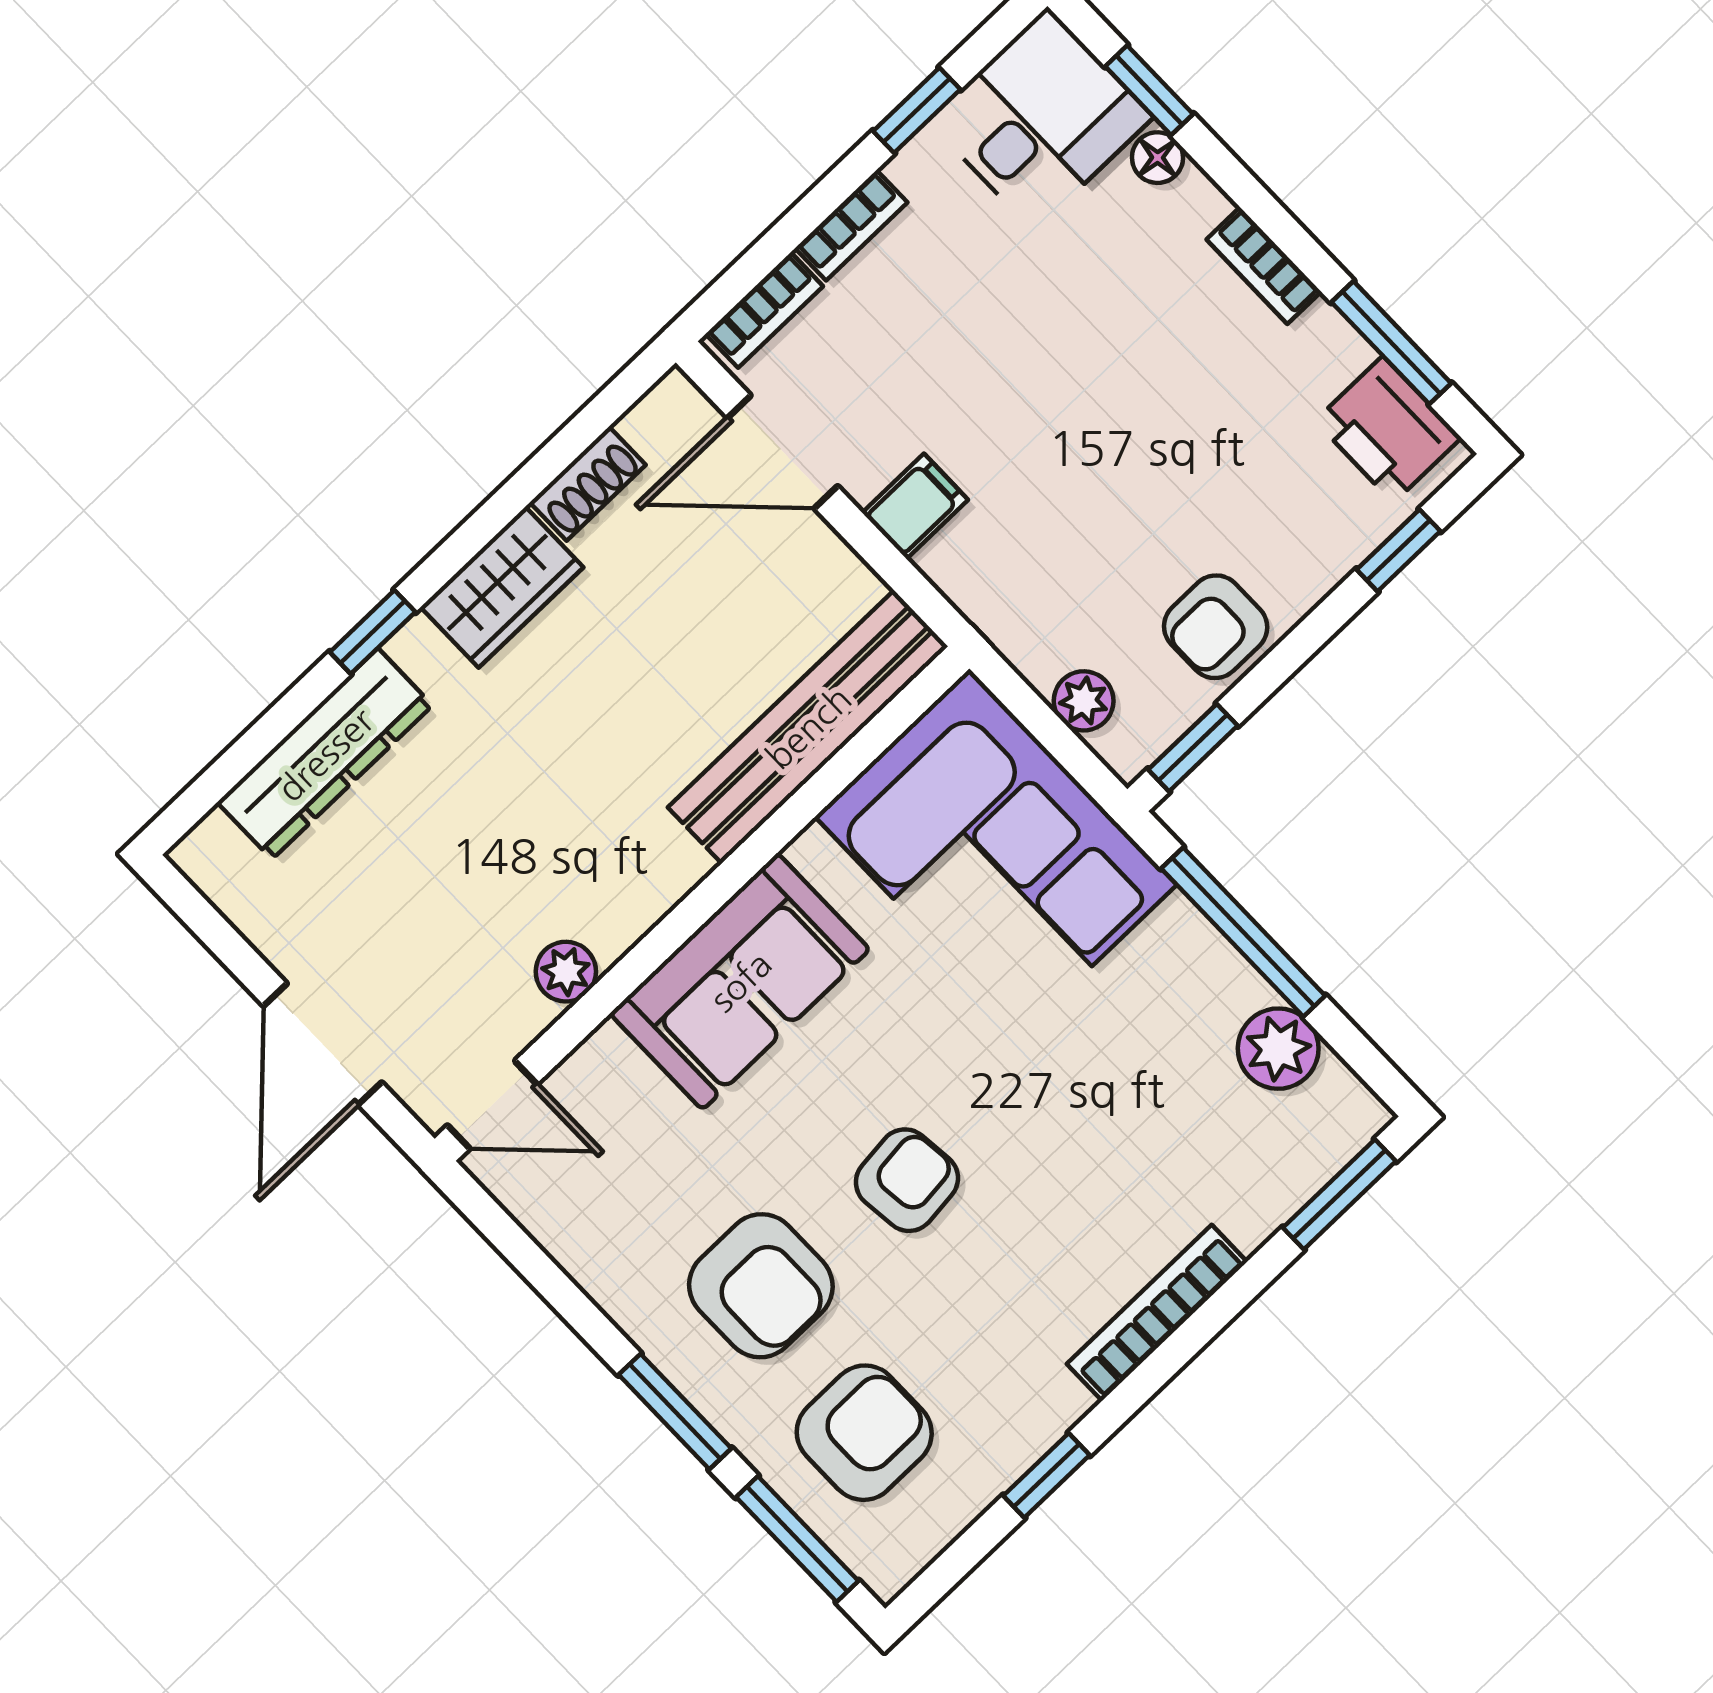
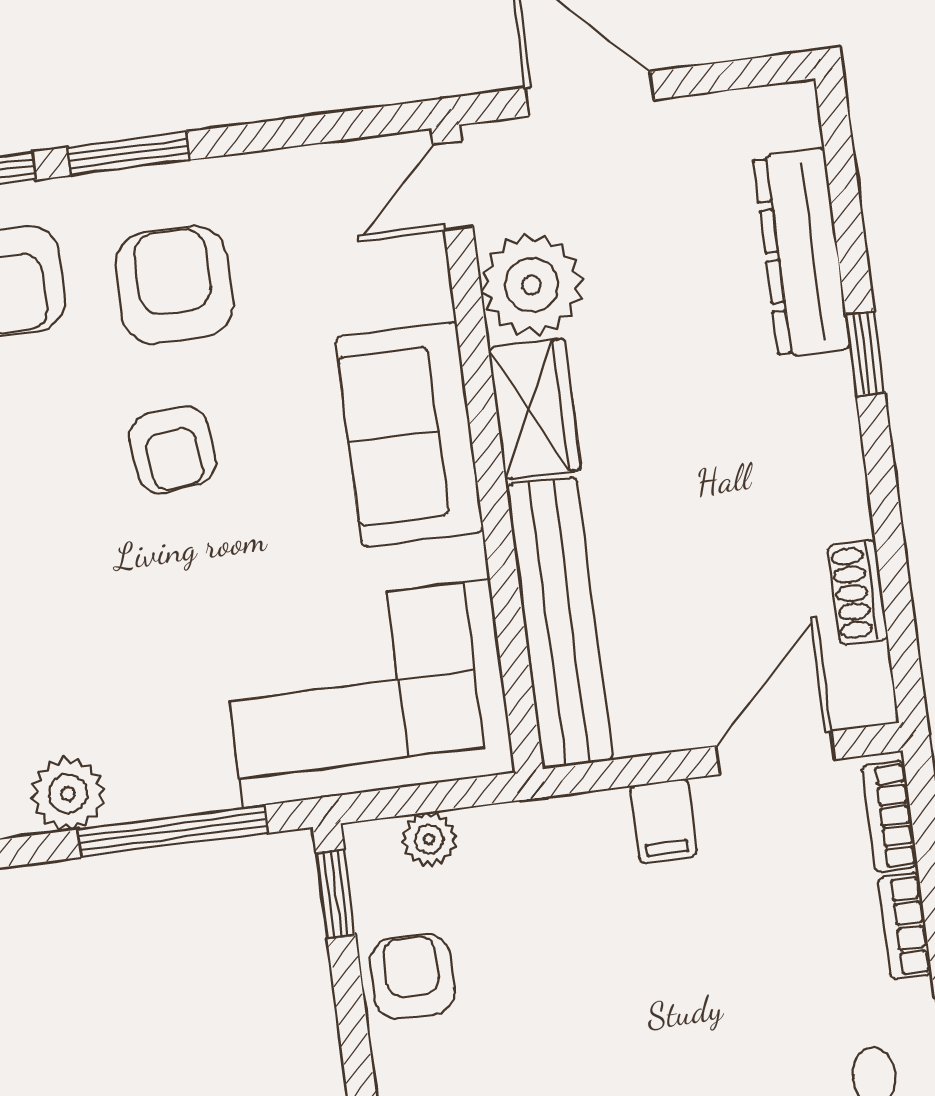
wardrobe: (502, 587) -> (535, 409), moved, turned 180
plant: (566, 972) -> (531, 285), width x1.88, depth x1.88
armchair: (761, 1286) -> (174, 285), turned 90

